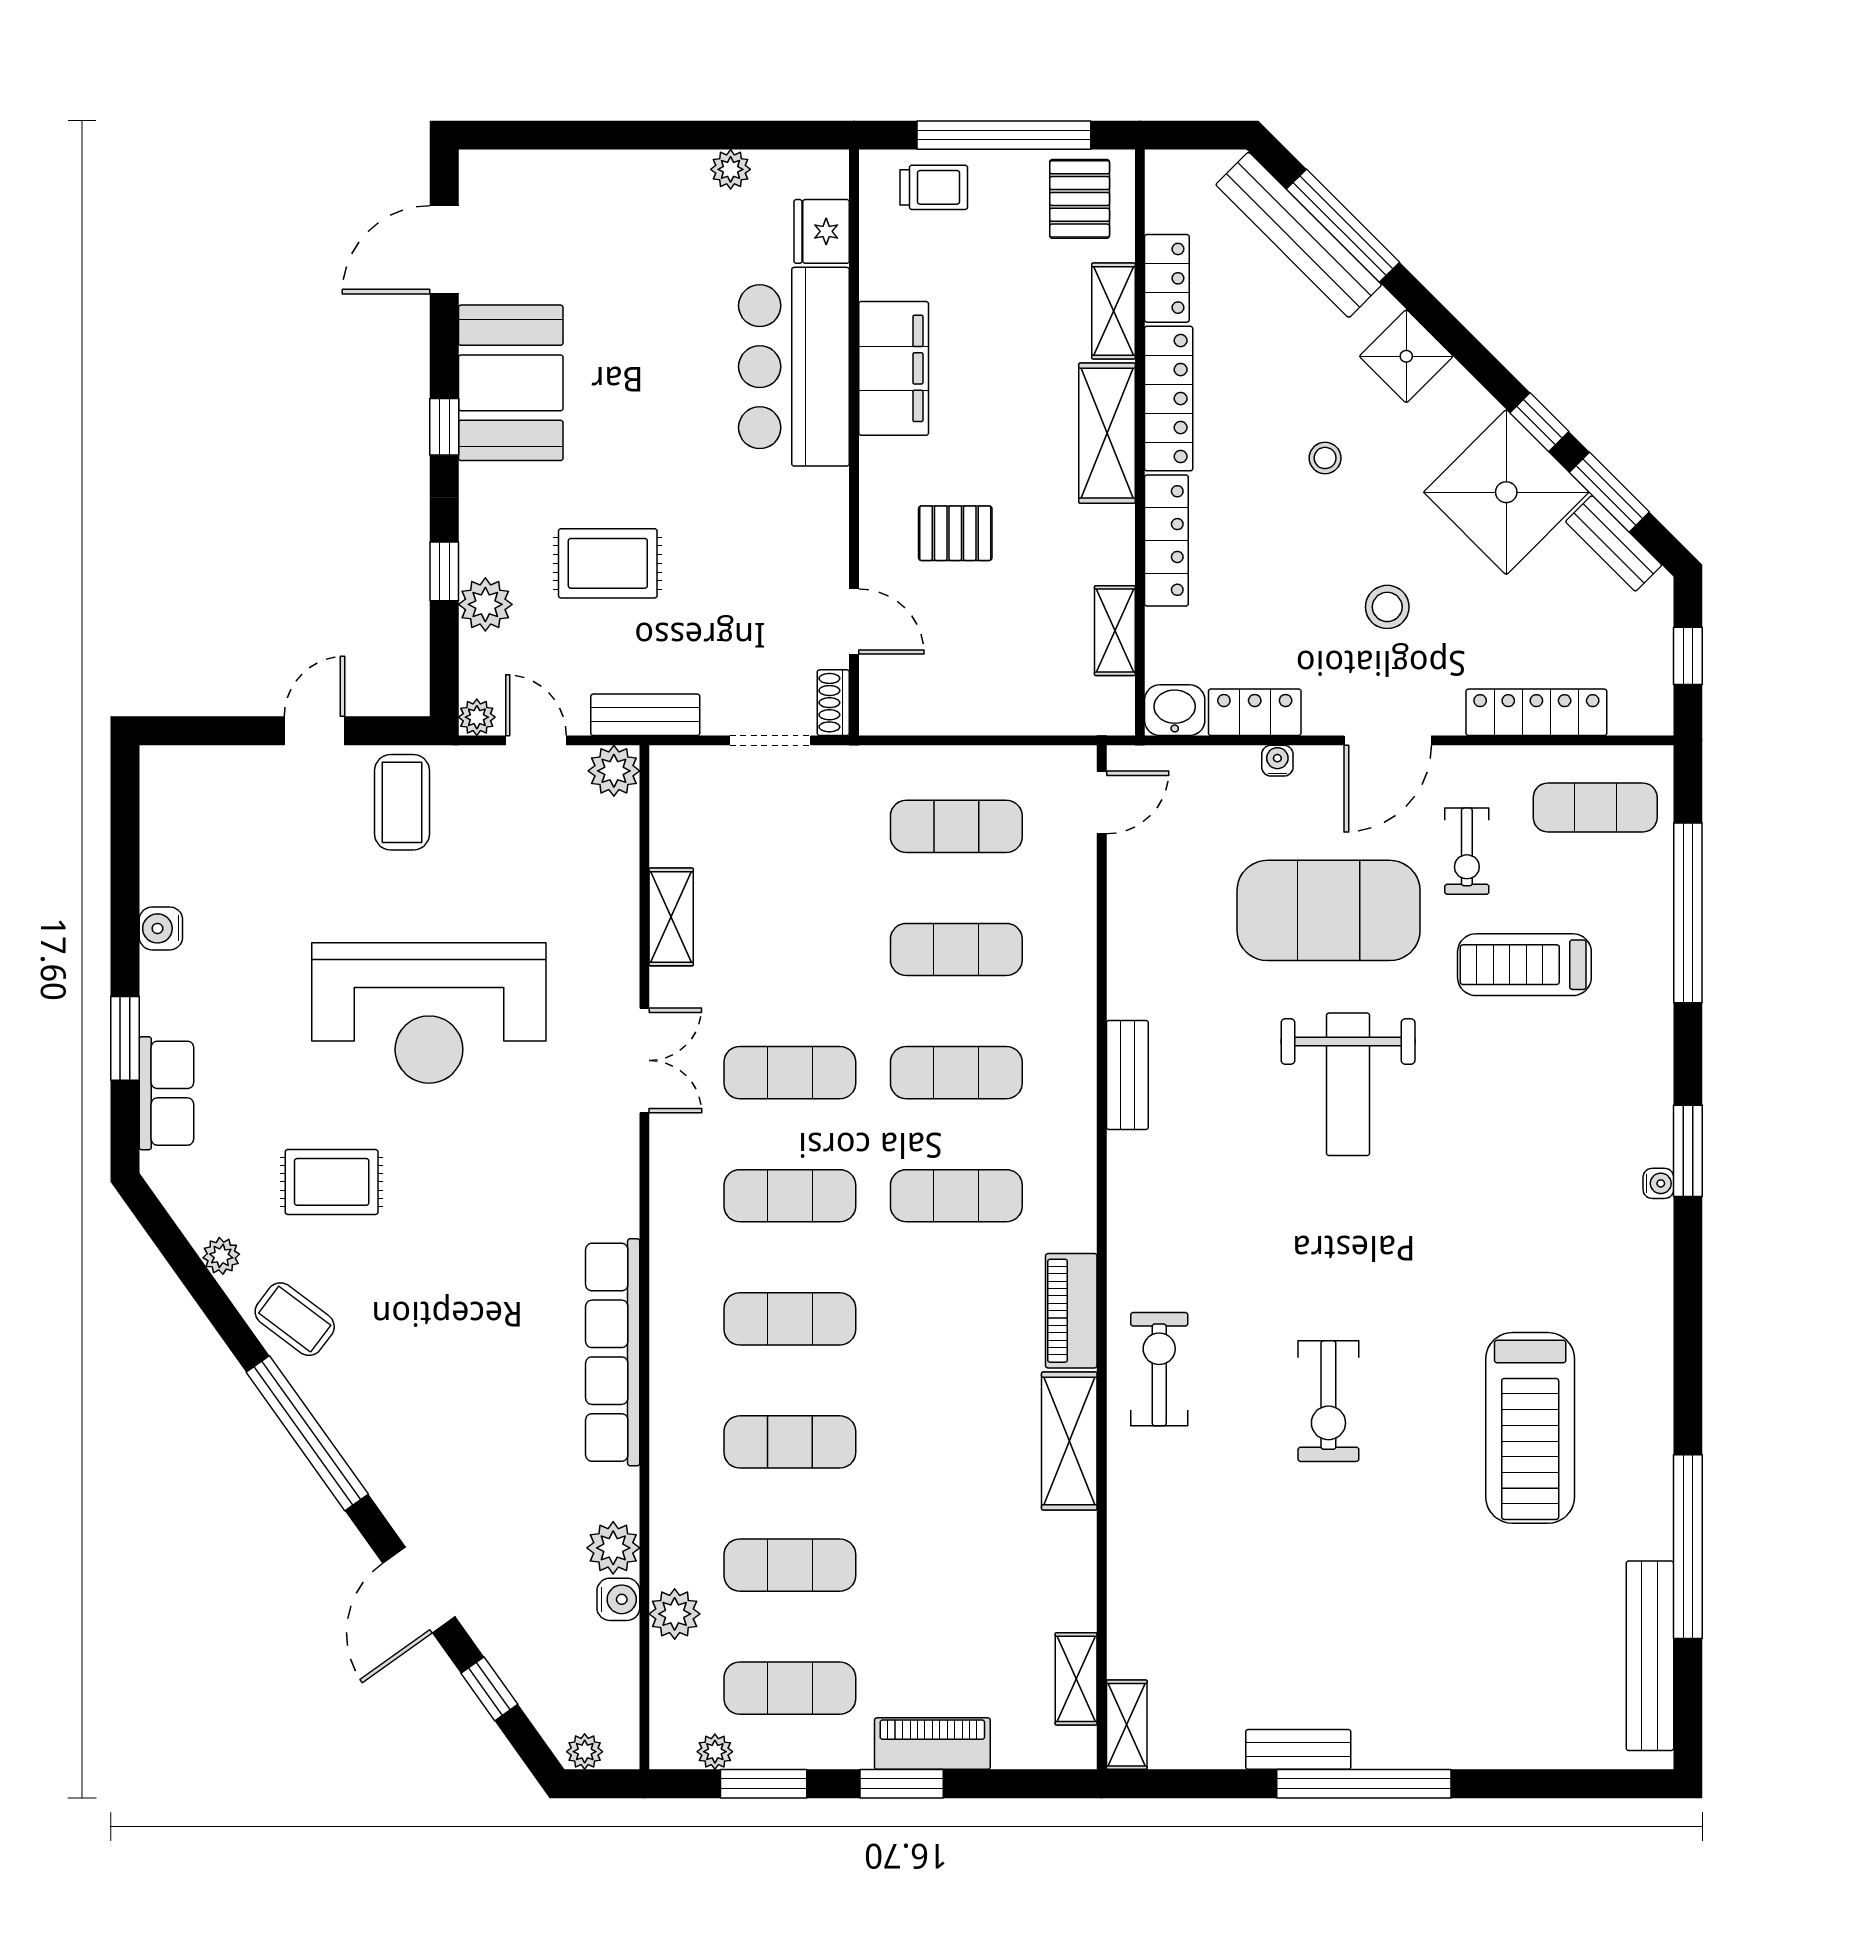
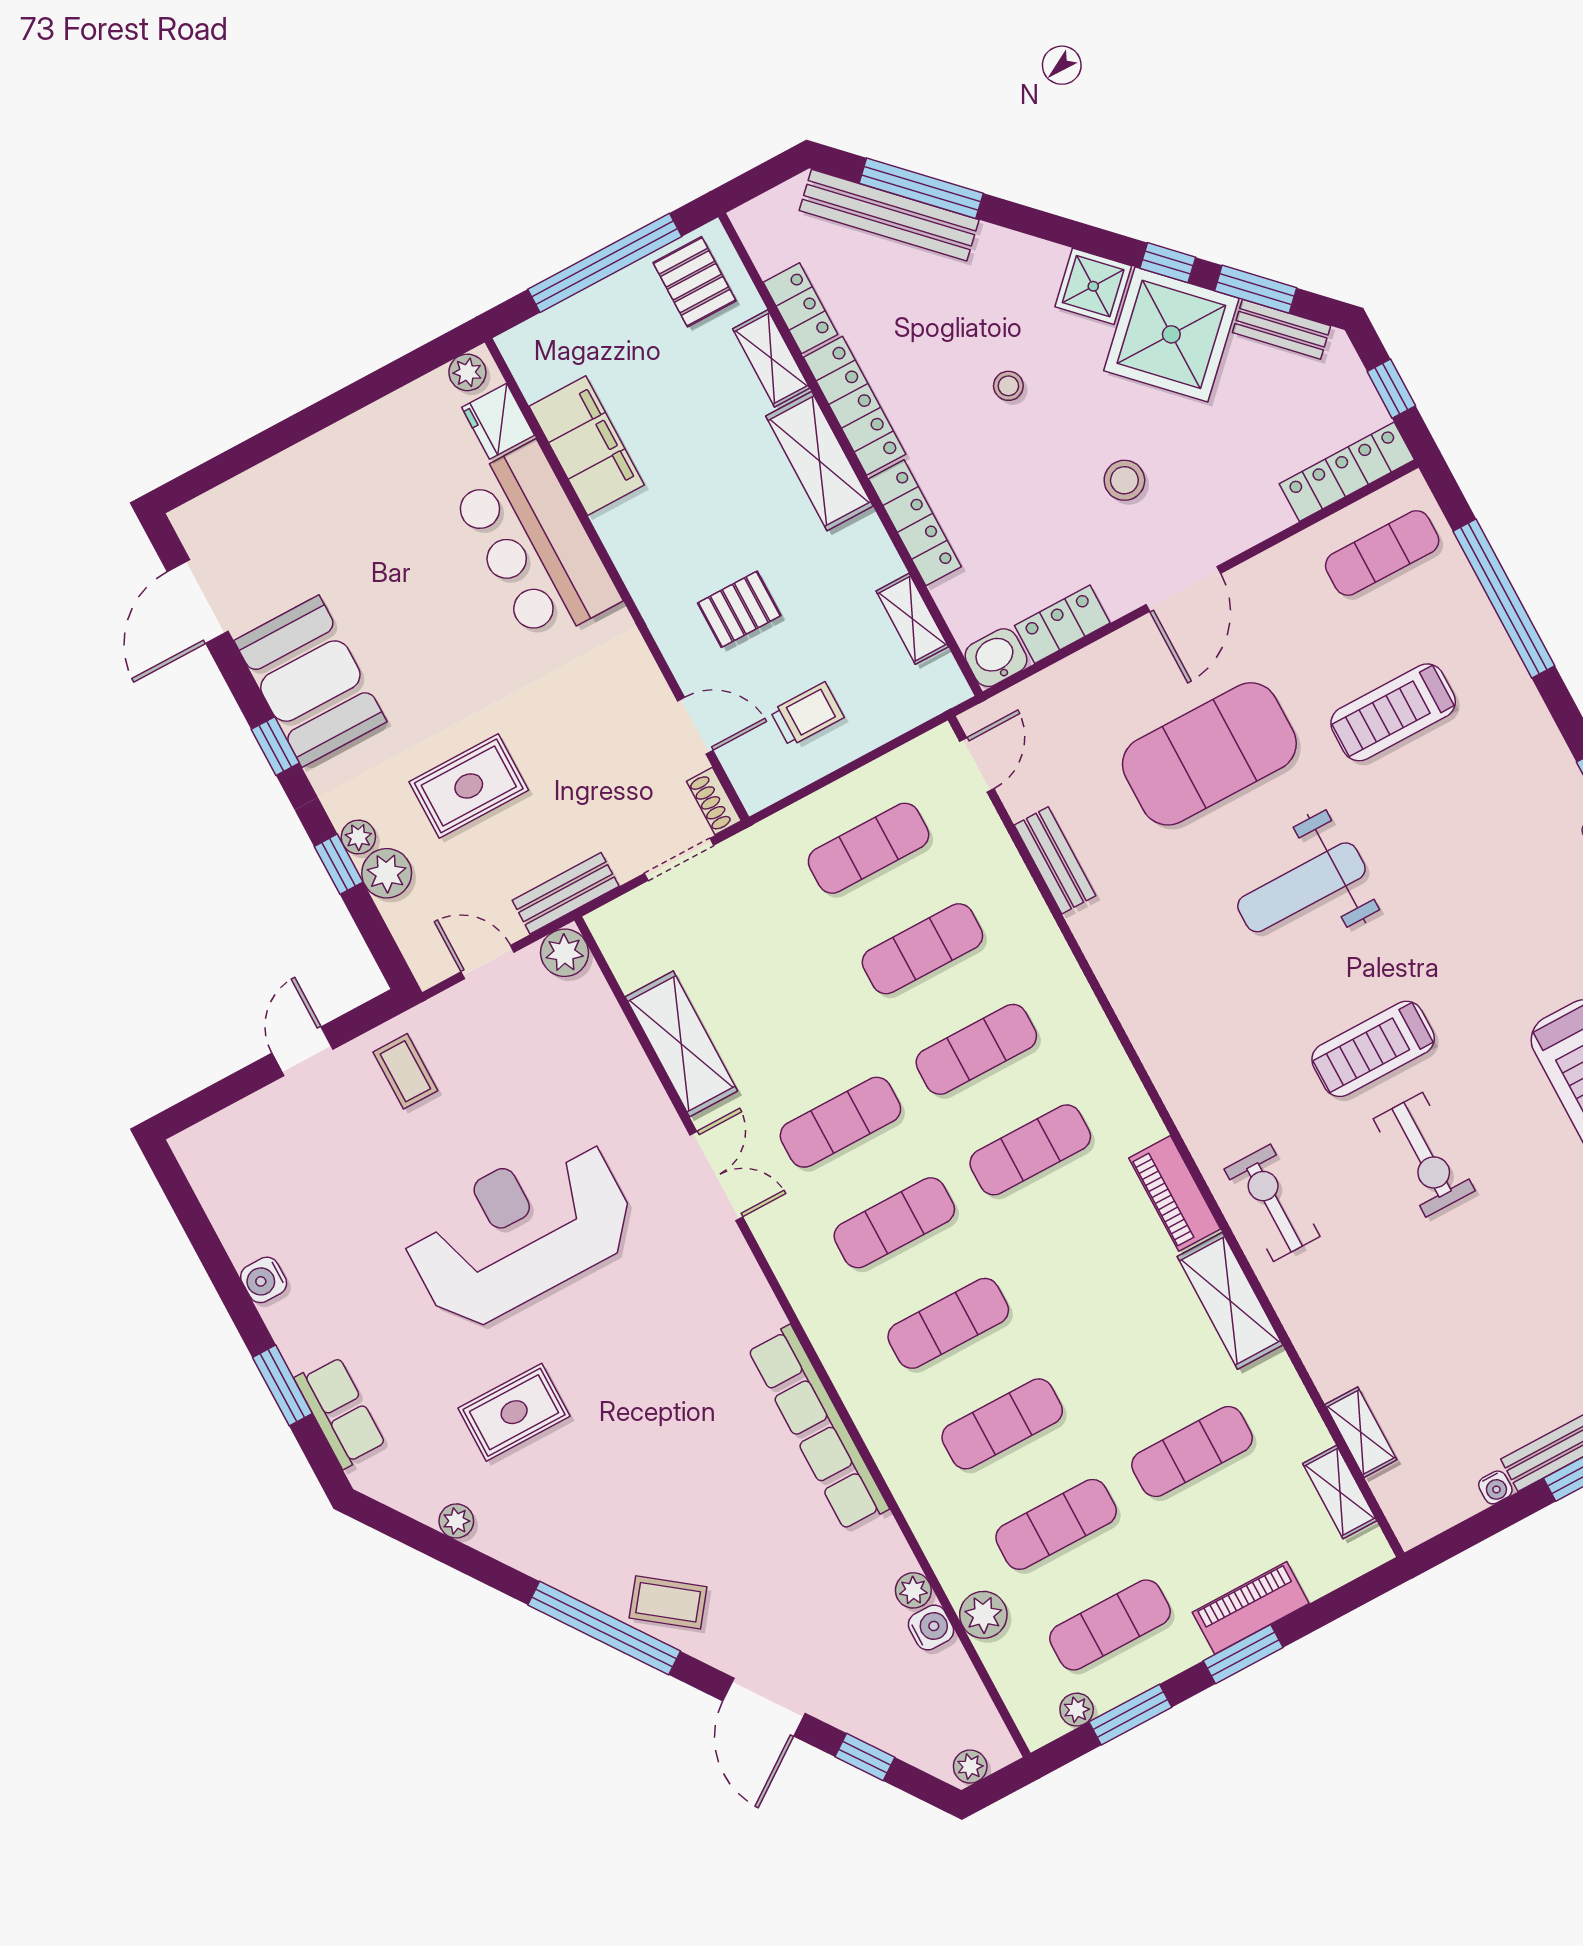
plant: (731, 169) -> (467, 372), moved
trolley: (934, 187) -> (807, 714), moved
shower: (1406, 356) -> (1093, 286), moved
filing cabinet: (894, 368) -> (587, 446), moved
locker: (1536, 712) -> (1347, 472), moved
plant: (477, 717) -> (358, 837), moved
water cooler: (1277, 761) -> (1495, 1487), moved, turned 180
coffee table: (402, 802) -> (405, 1071), width x0.73, depth x0.77
exercise bike: (1467, 851) -> (1296, 645), removed
shelving: (671, 917) -> (681, 1044), width x1.50, depth x1.33
reception desk: (429, 1013) -> (520, 1232), turned 180
bench: (1127, 1075) -> (1055, 860), moved
weight bench: (1348, 1084) -> (1301, 887), turned 90
treadmill: (1334, 1274) -> (1373, 1049), added
coffee table: (295, 1319) -> (668, 1602), moved
plant: (613, 1548) -> (913, 1590), width x0.73, depth x0.73
exercise mat: (956, 1565) -> (1192, 1452), added
shelving: (1127, 1725) -> (1361, 1432), moved

